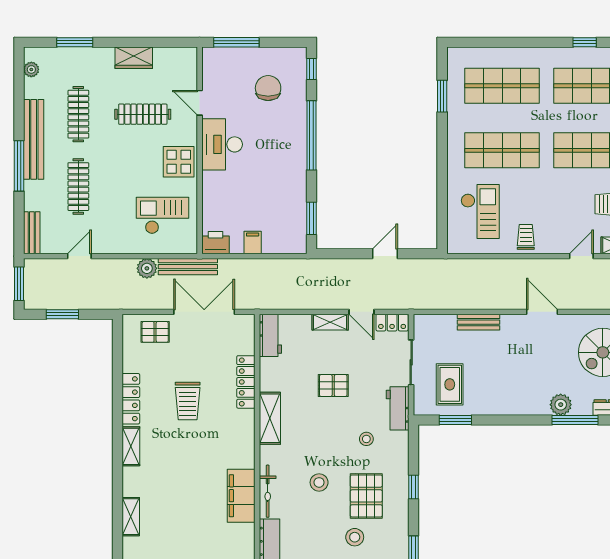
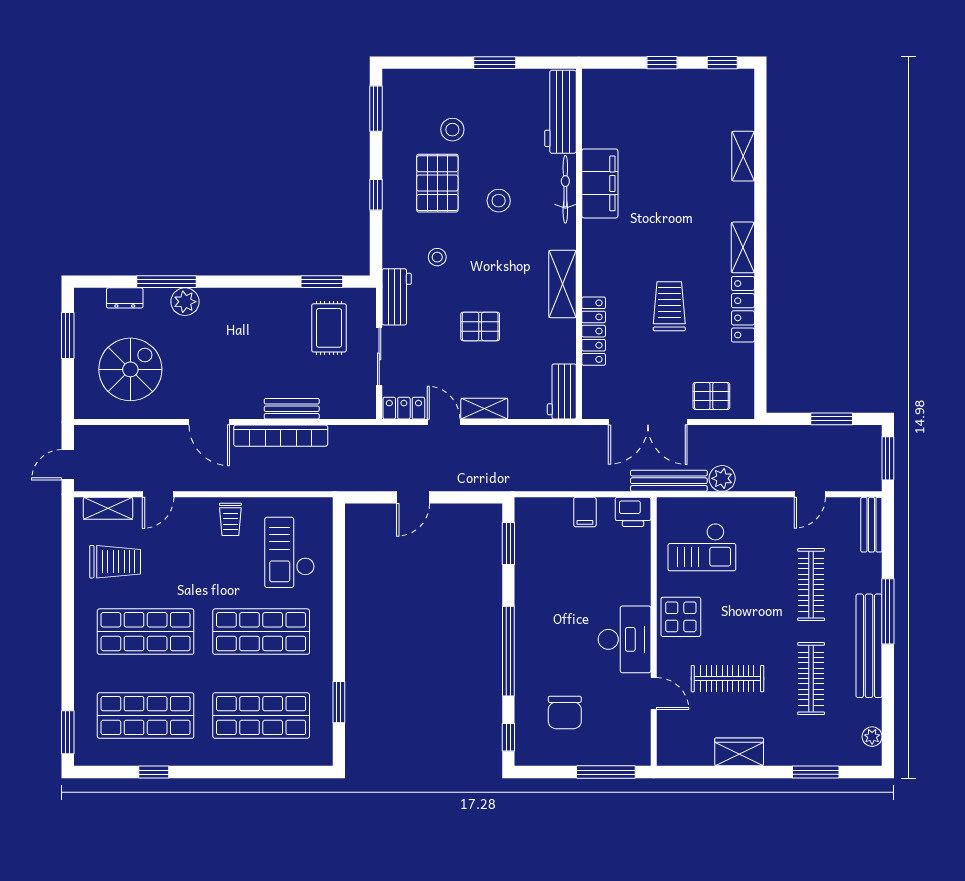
bookcase: (487, 301) -> (281, 436), added

